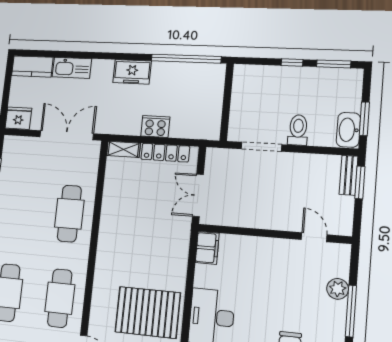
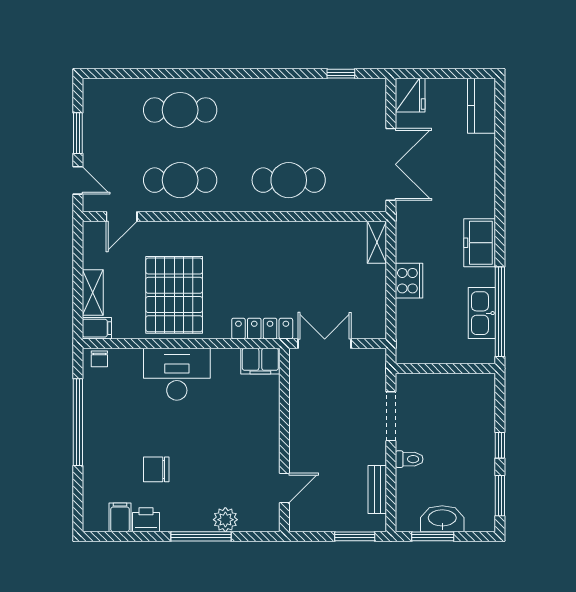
kitchen sink: (72, 68) -> (482, 313), moved
toilet: (298, 130) -> (409, 459), width x0.73, depth x0.72
washbasin: (348, 130) -> (442, 519), moved
locker: (165, 153) -> (262, 329), moved, turned 90
bench: (349, 175) -> (377, 490), moved, turned 90

